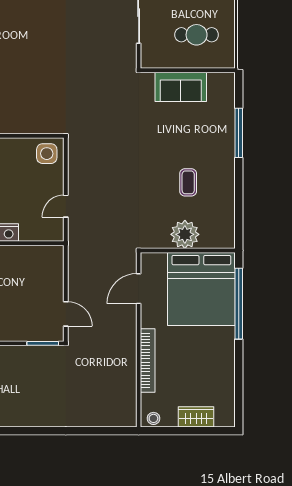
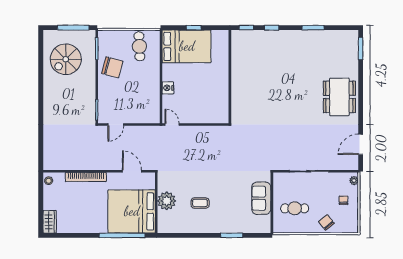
cafe table: (197, 35) -> (295, 208), turned 90
window: (239, 133) -> (232, 235), width x0.69
side table: (47, 154) -> (218, 112), removed
door: (66, 206) -> (172, 125), moved
wardrobe: (196, 417) -> (50, 222), moved

